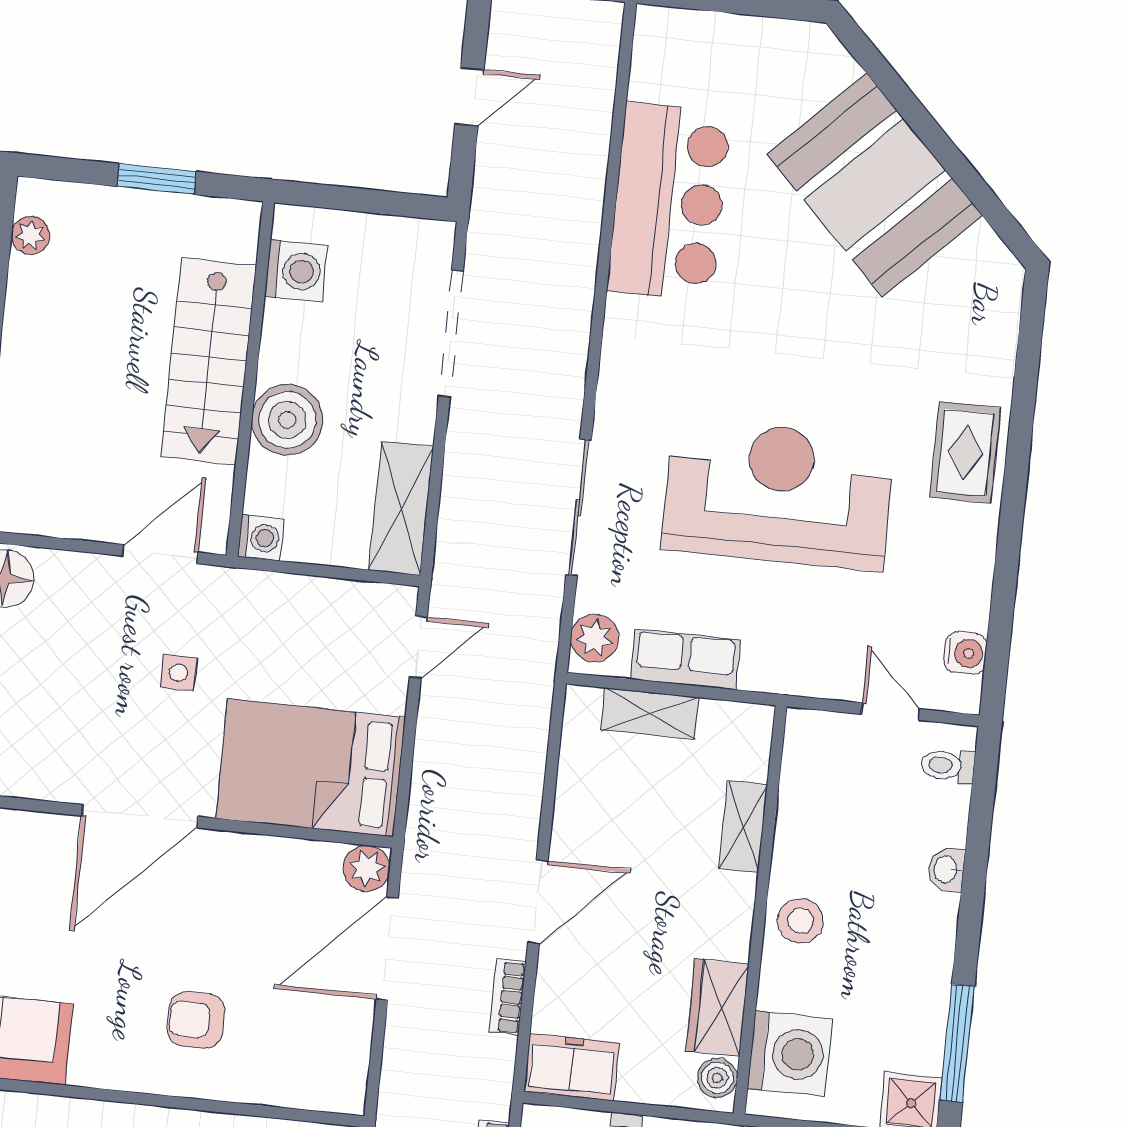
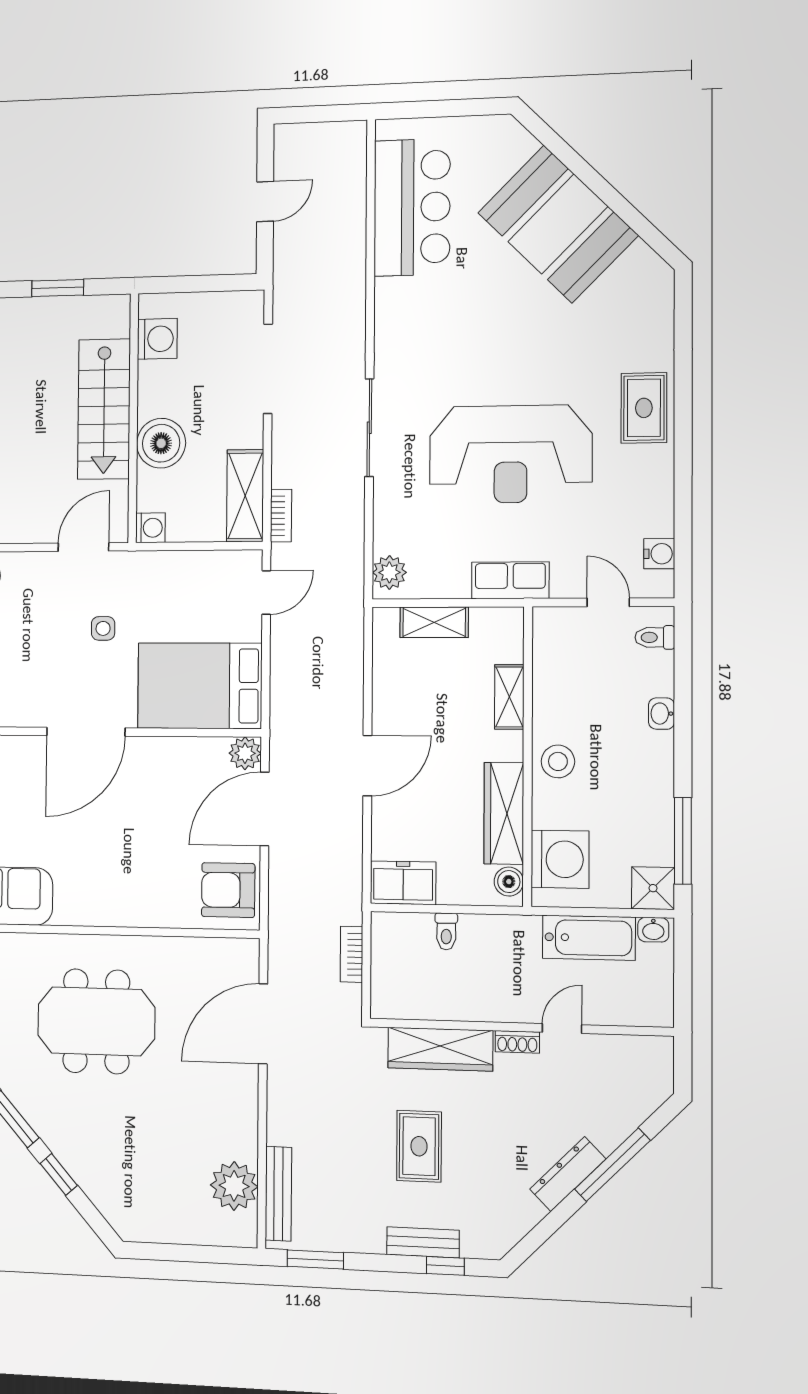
bar counter: (669, 202) -> (412, 207), moved
reception desk: (778, 494) -> (511, 454), turned 180
sliding door: (579, 507) -> (369, 428), moved
row of seats: (685, 659) -> (510, 580), moved
bookcase: (508, 997) -> (281, 516), moved, turned 180
wardrobe: (717, 1008) -> (504, 813), width x1.50
armchair: (196, 1020) -> (228, 890), moved, width x1.38, depth x1.38

